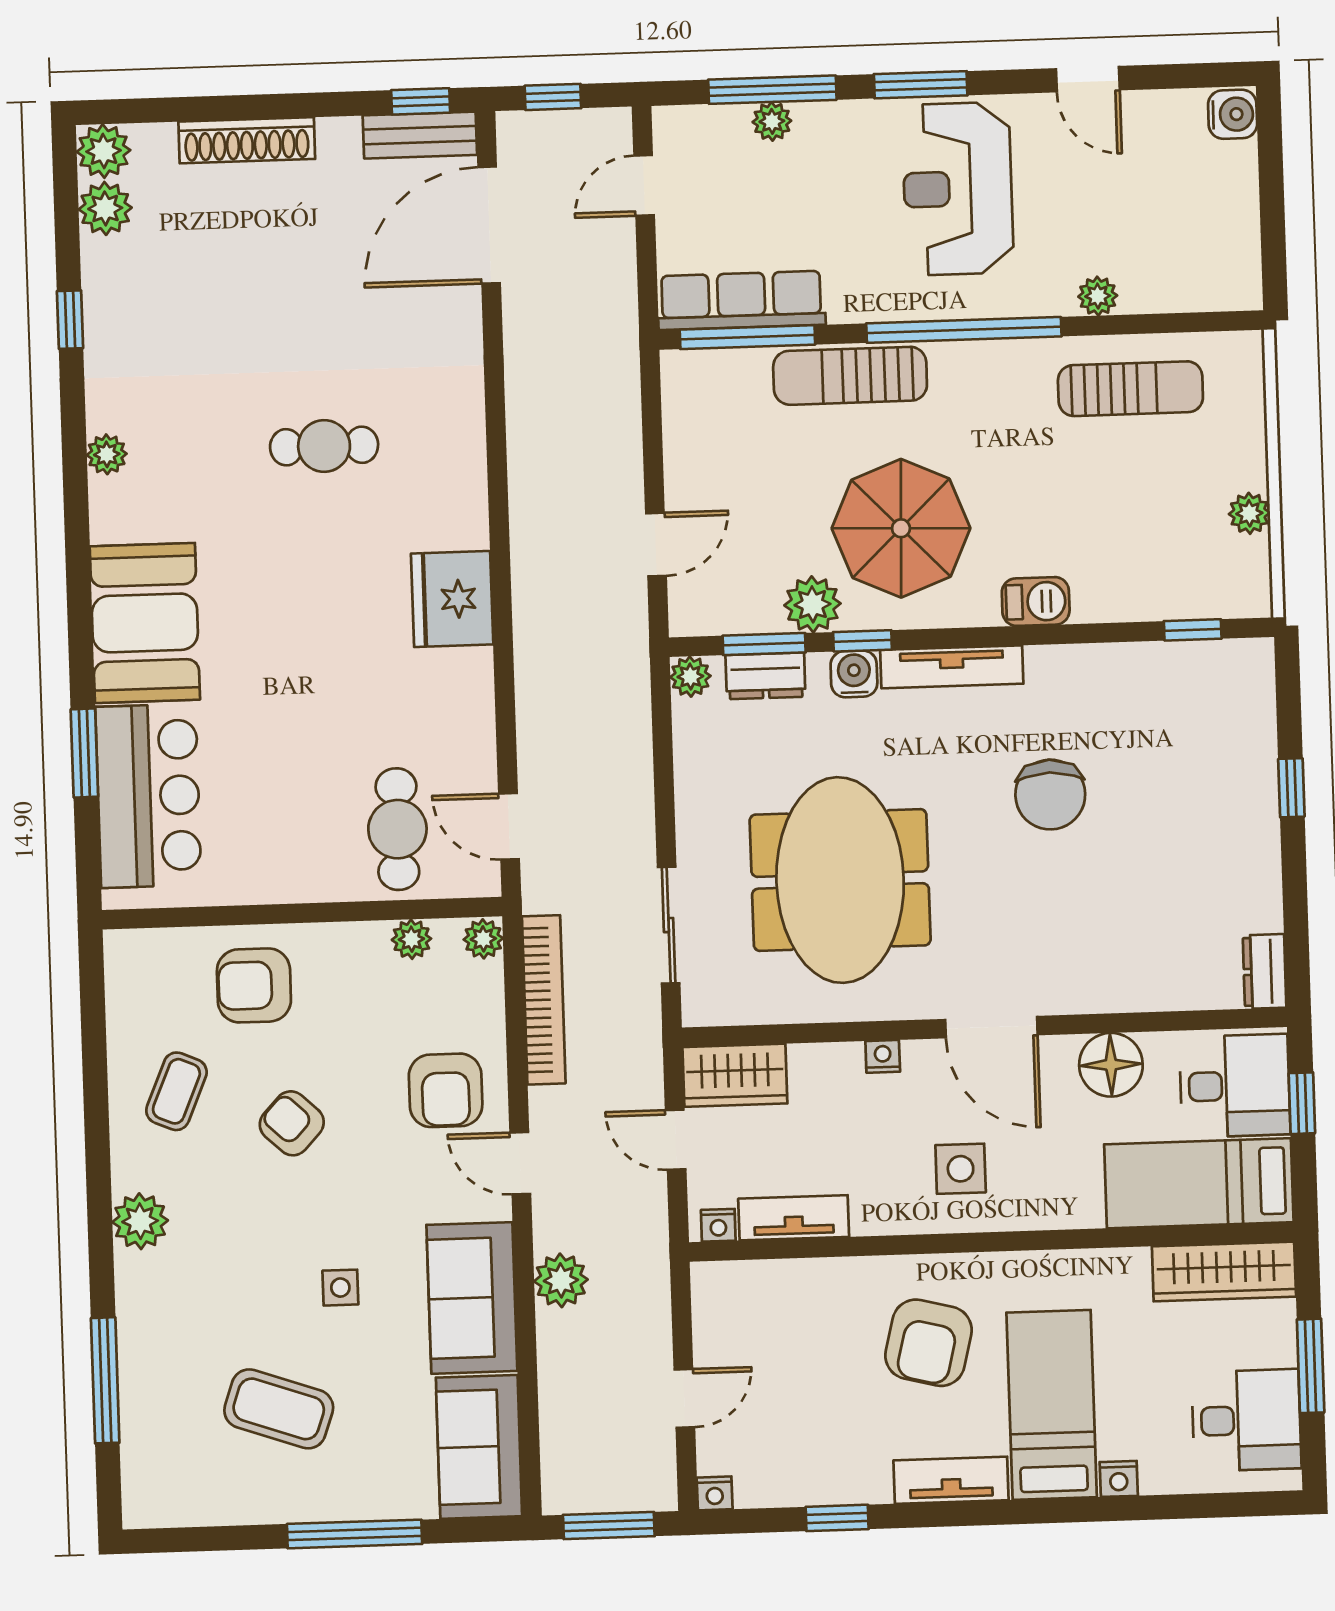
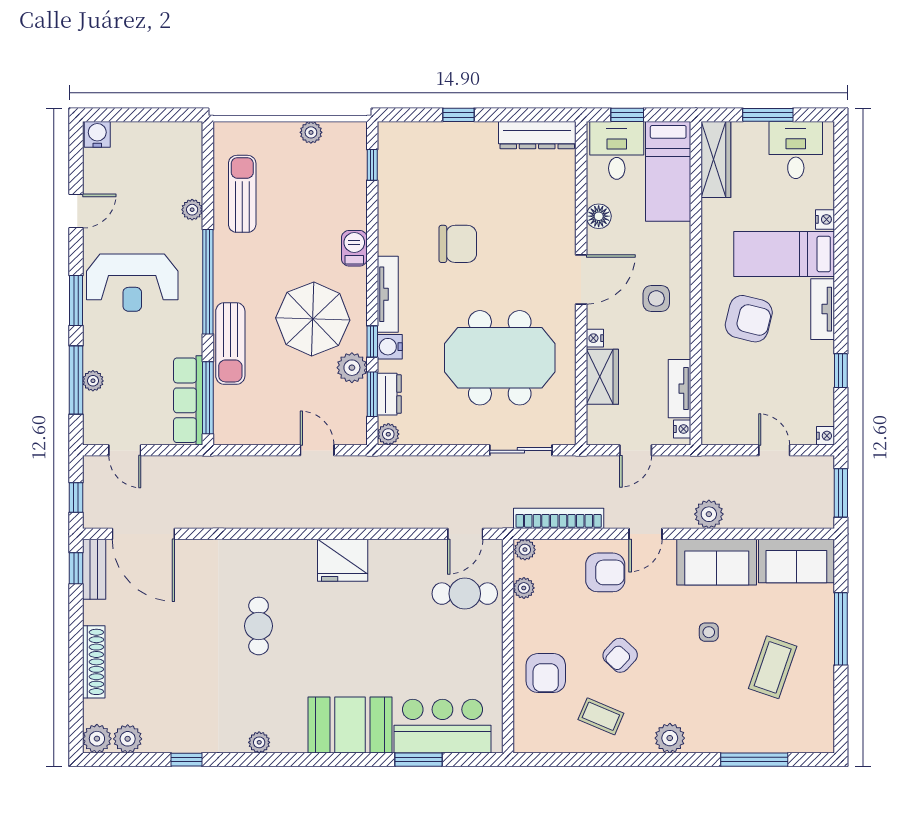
dresser: (1265, 971) -> (537, 135), width x1.96, depth x1.24
floor lamp: (1111, 1065) -> (599, 216), width x0.73, depth x0.73
wardrobe: (735, 1075) -> (602, 377), moved

